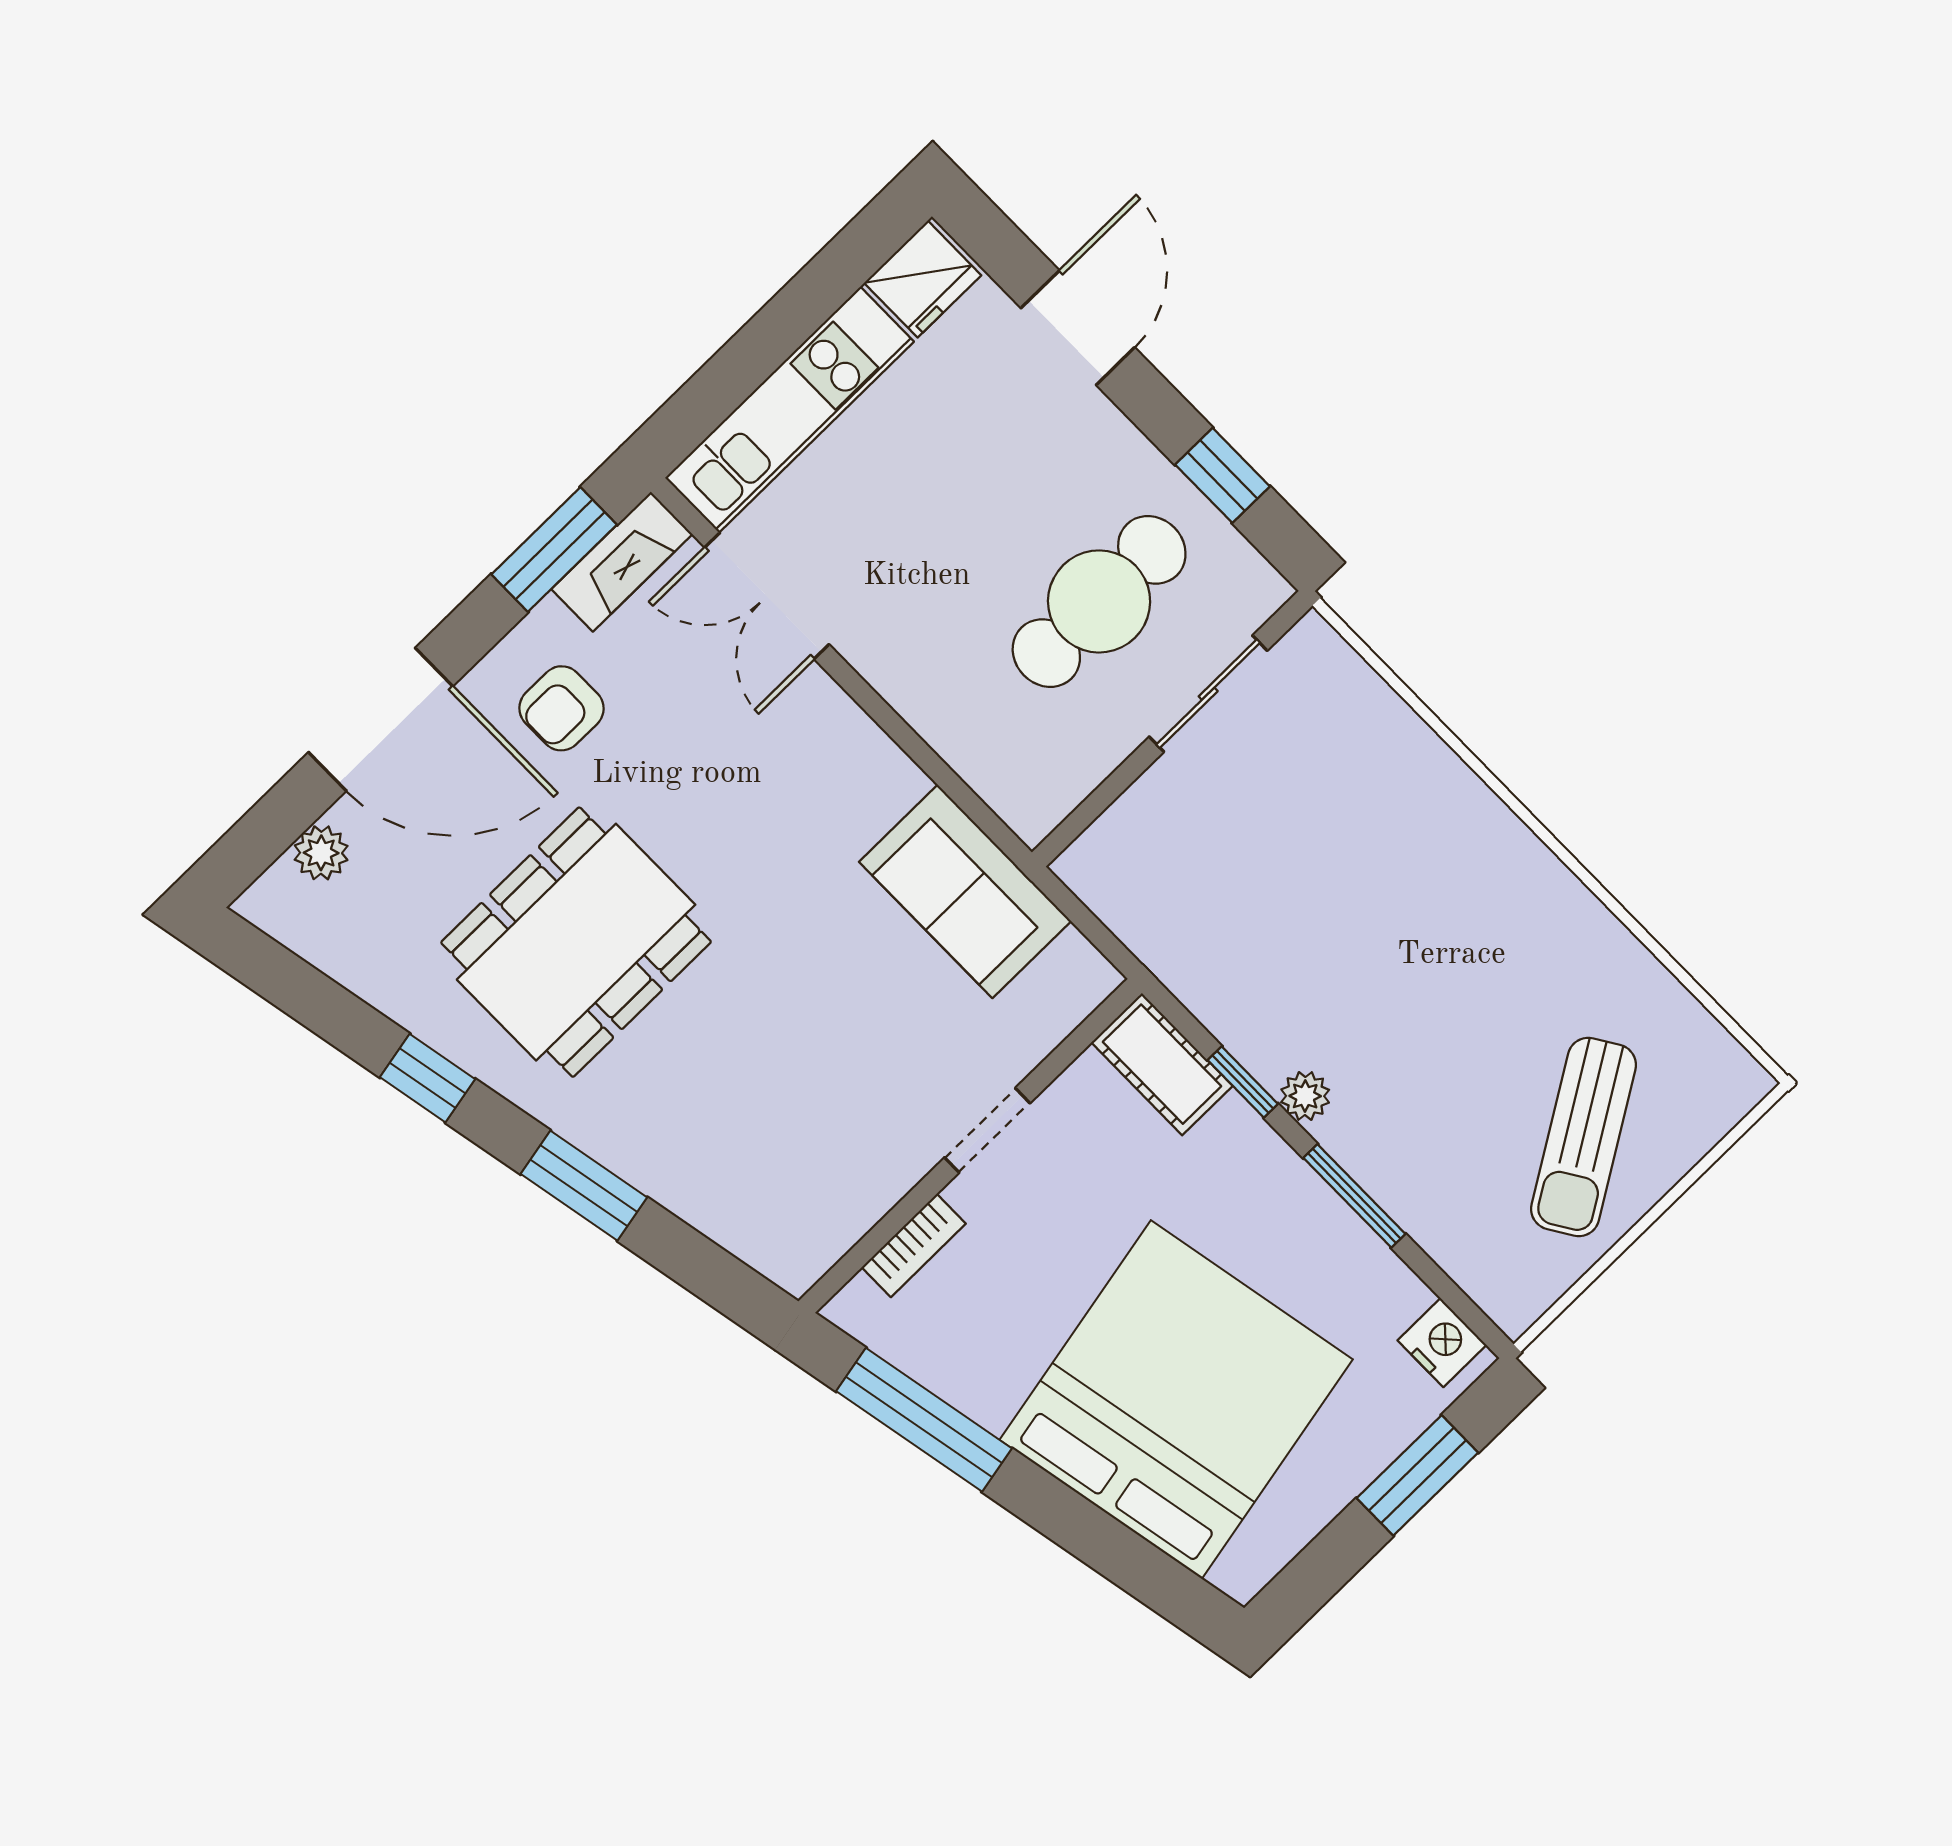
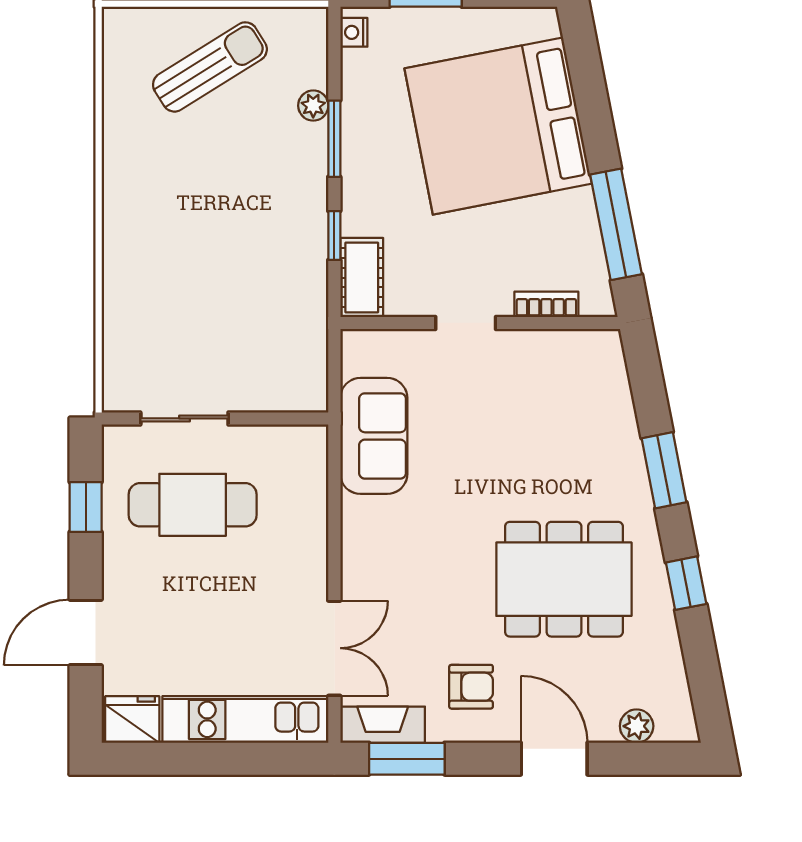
door: (381, 719) -> (554, 759), width x0.73
plant: (1305, 1096) -> (313, 106), moved
nightstand: (1442, 1343) -> (354, 32), width x0.72, depth x0.74

